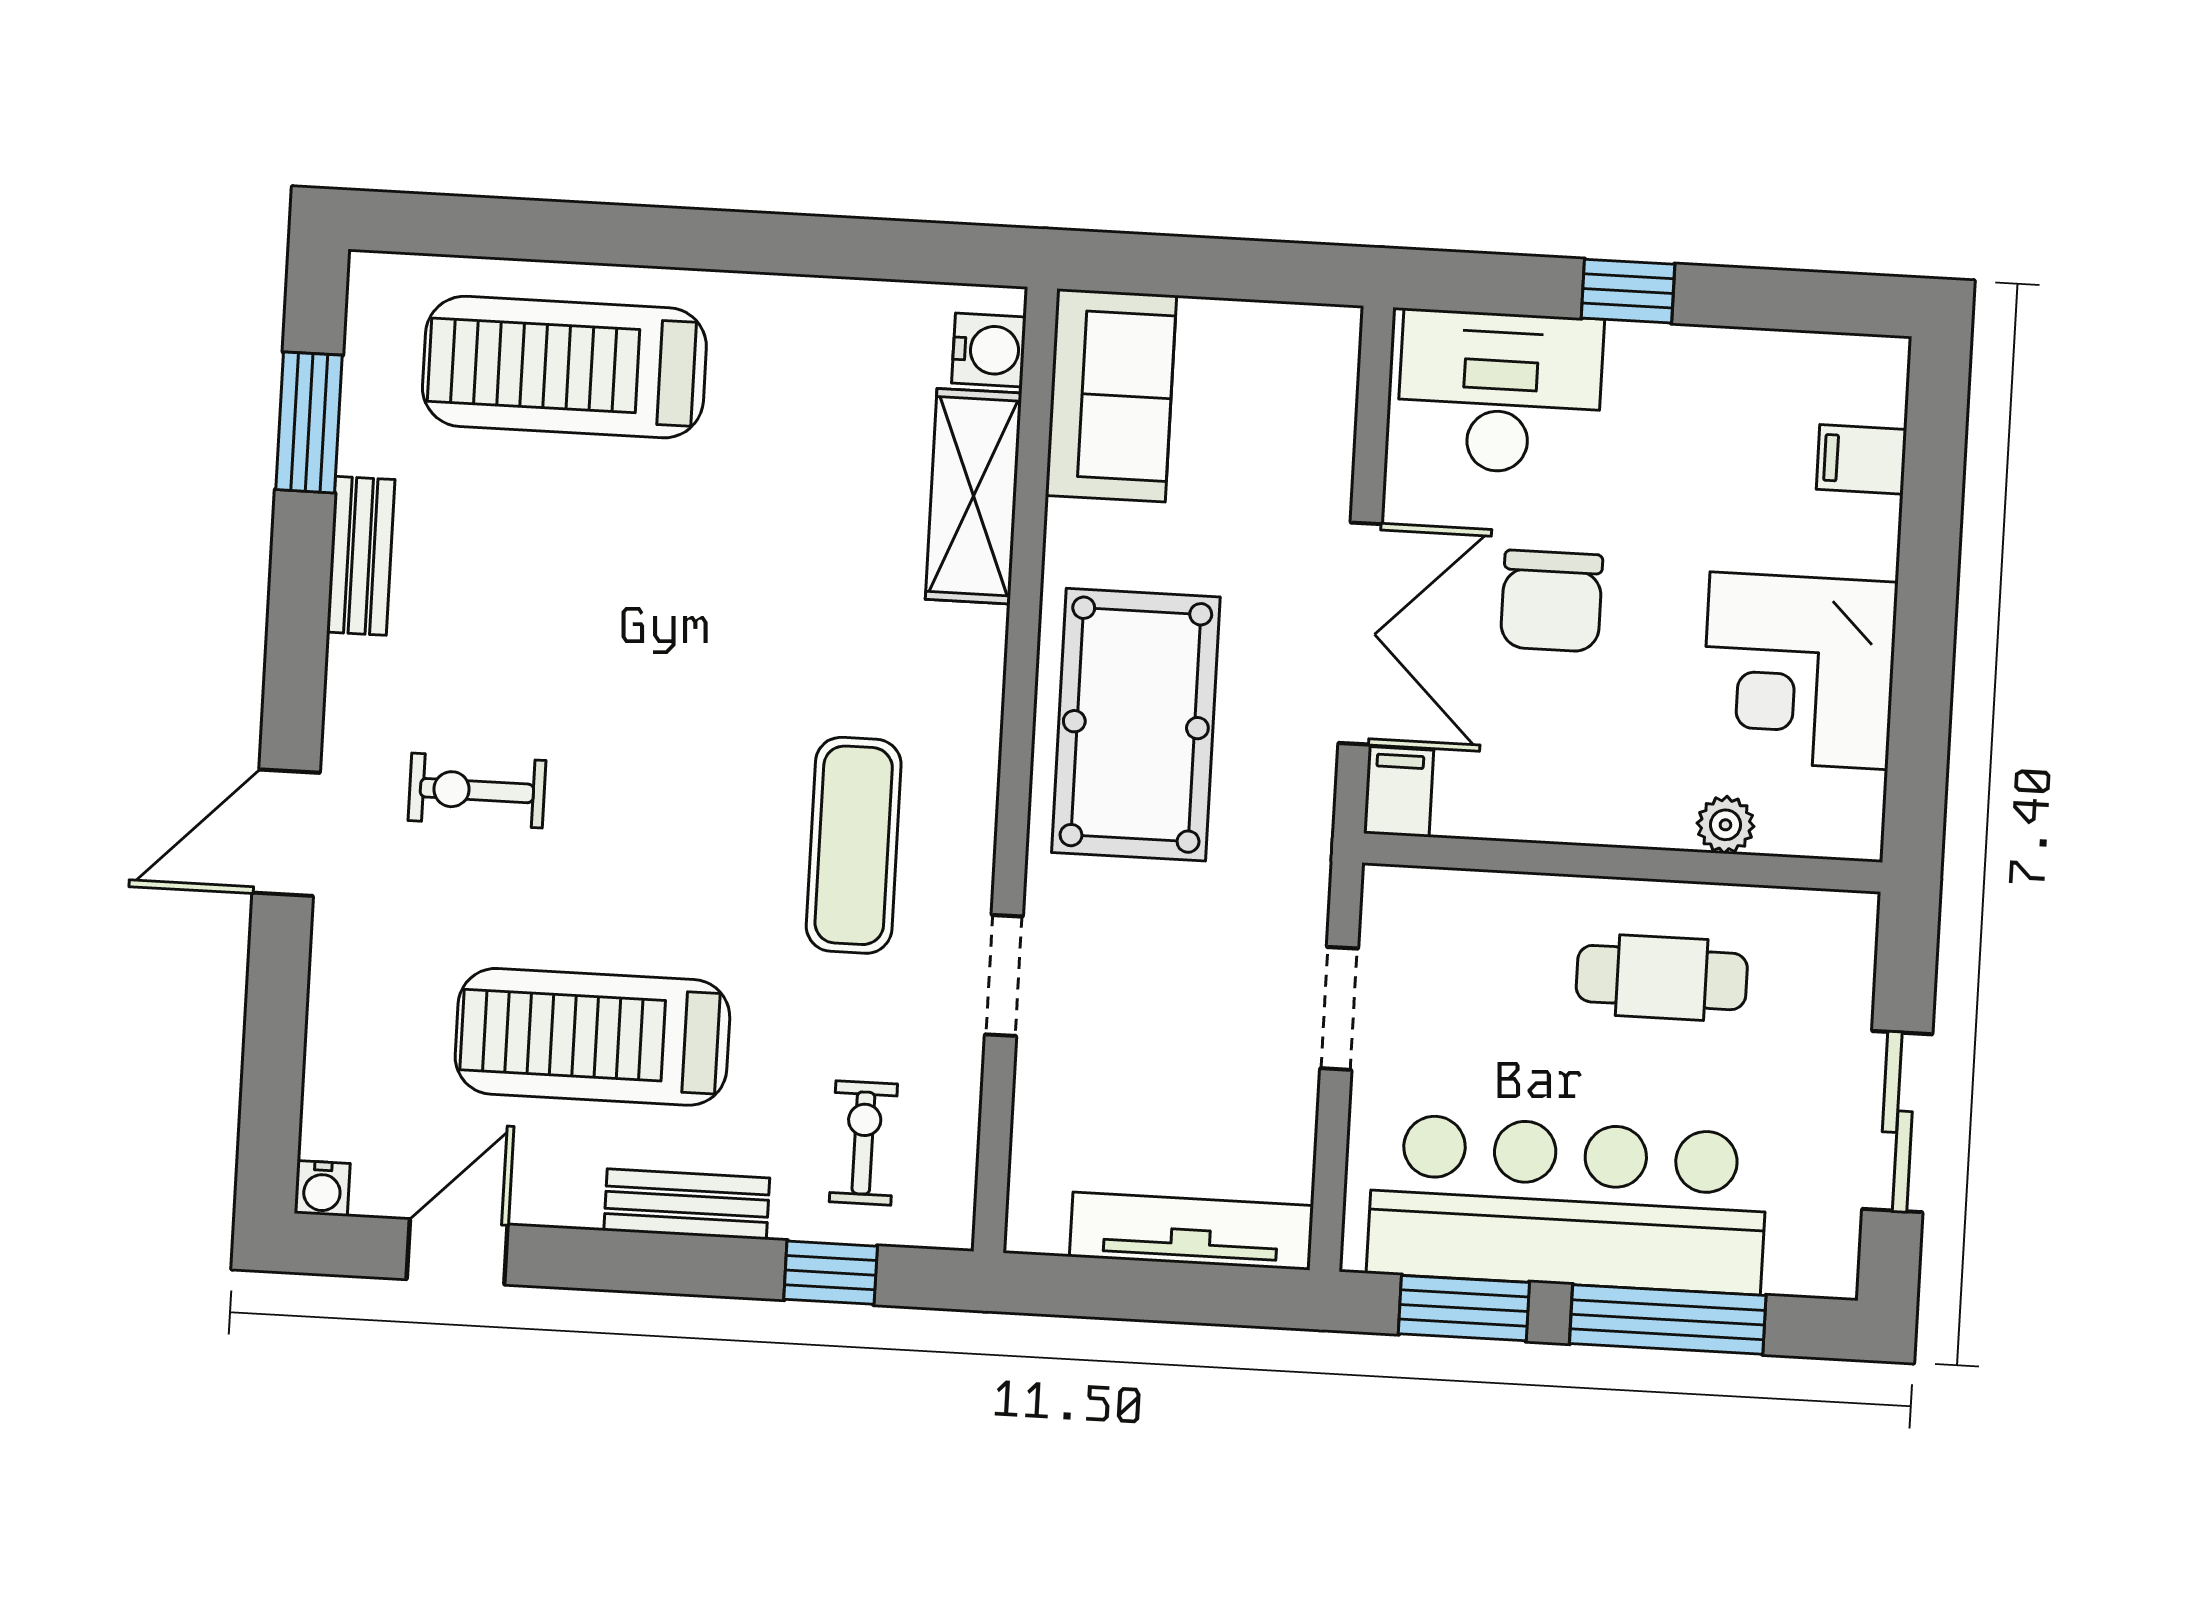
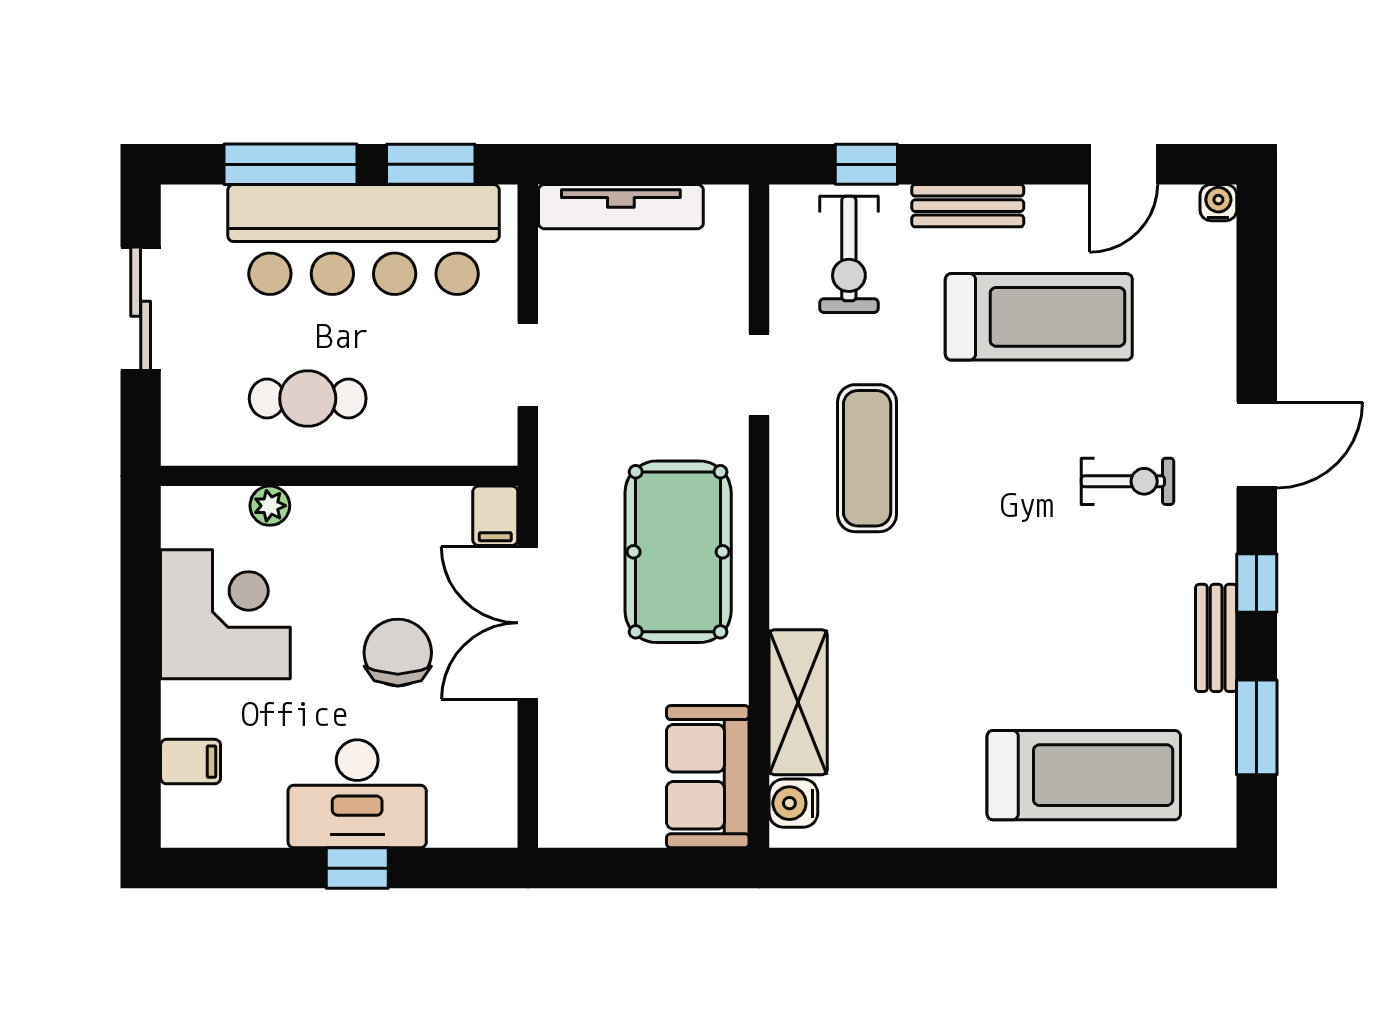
desk: (1500, 392) -> (357, 794), moved
window: (297, 632) -> (1257, 583), added
exercise bike: (863, 1143) -> (849, 254), width x1.38, depth x1.39

